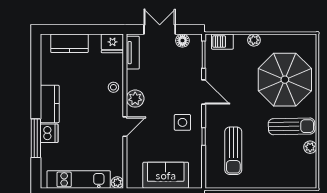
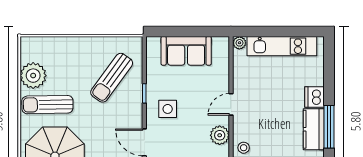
window: (36, 138) -> (329, 127), moved
plant: (310, 147) -> (33, 76), width x1.87, depth x1.87
sun lounger: (233, 151) -> (112, 78), turned -144

